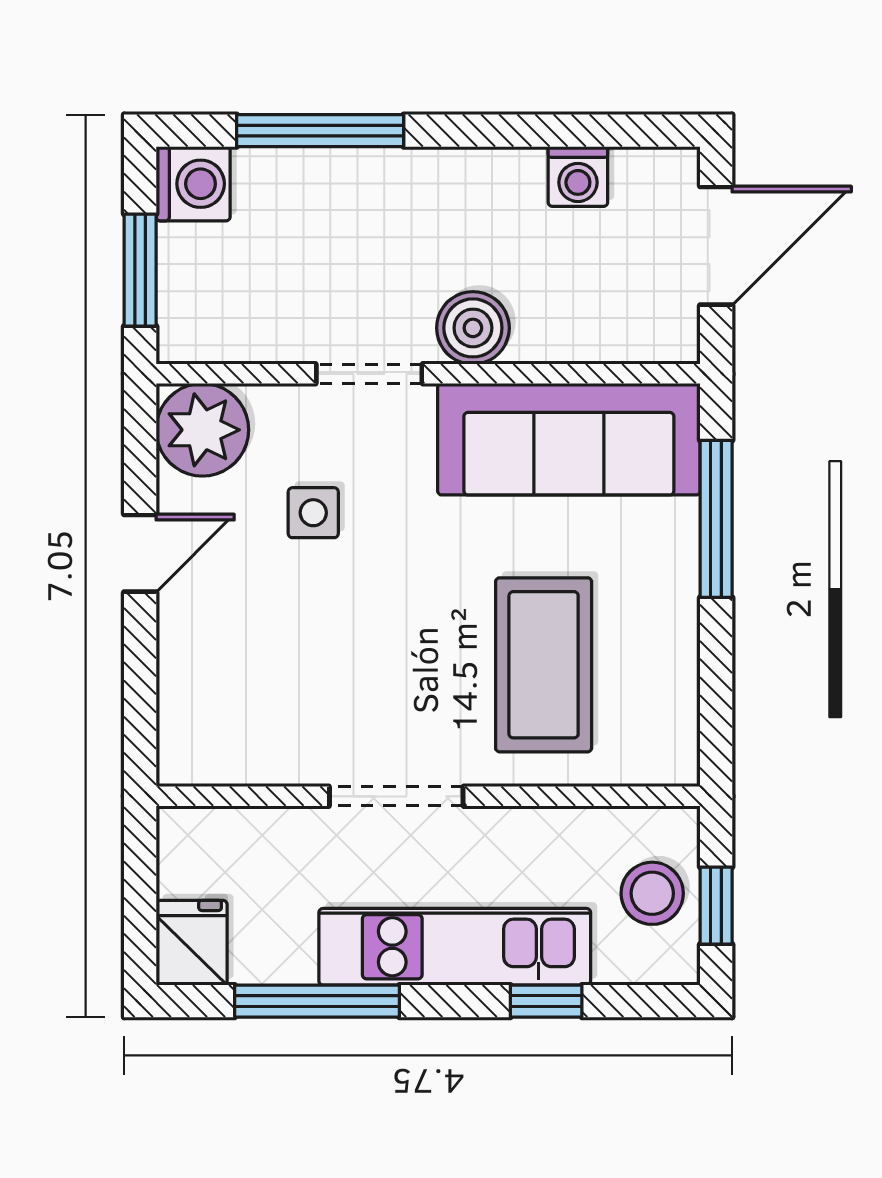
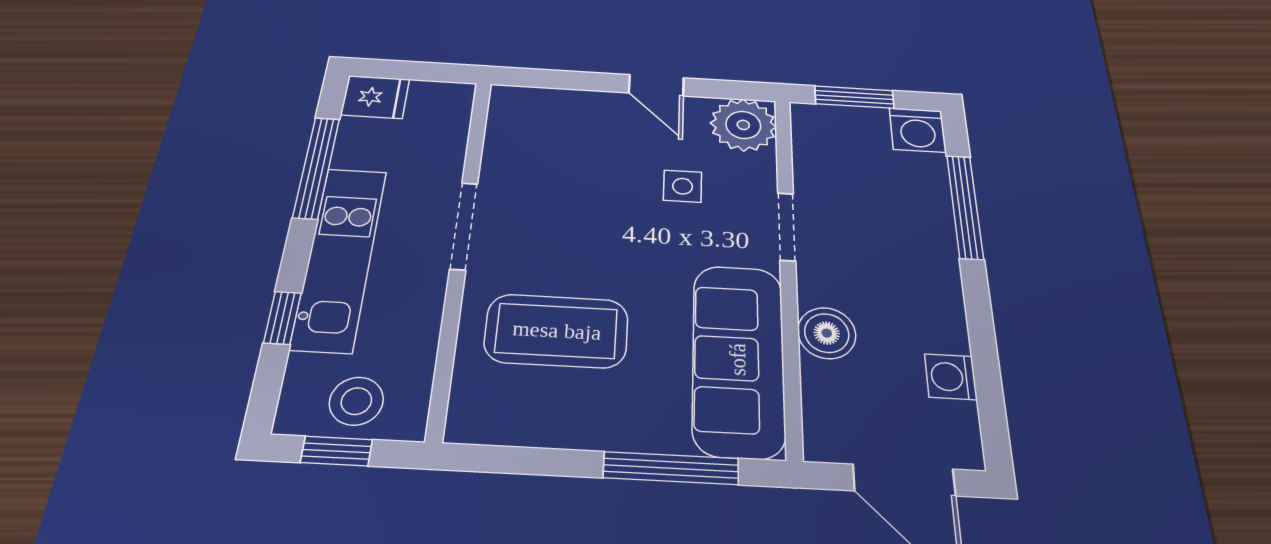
boiler: (473, 328) -> (827, 333), moved

